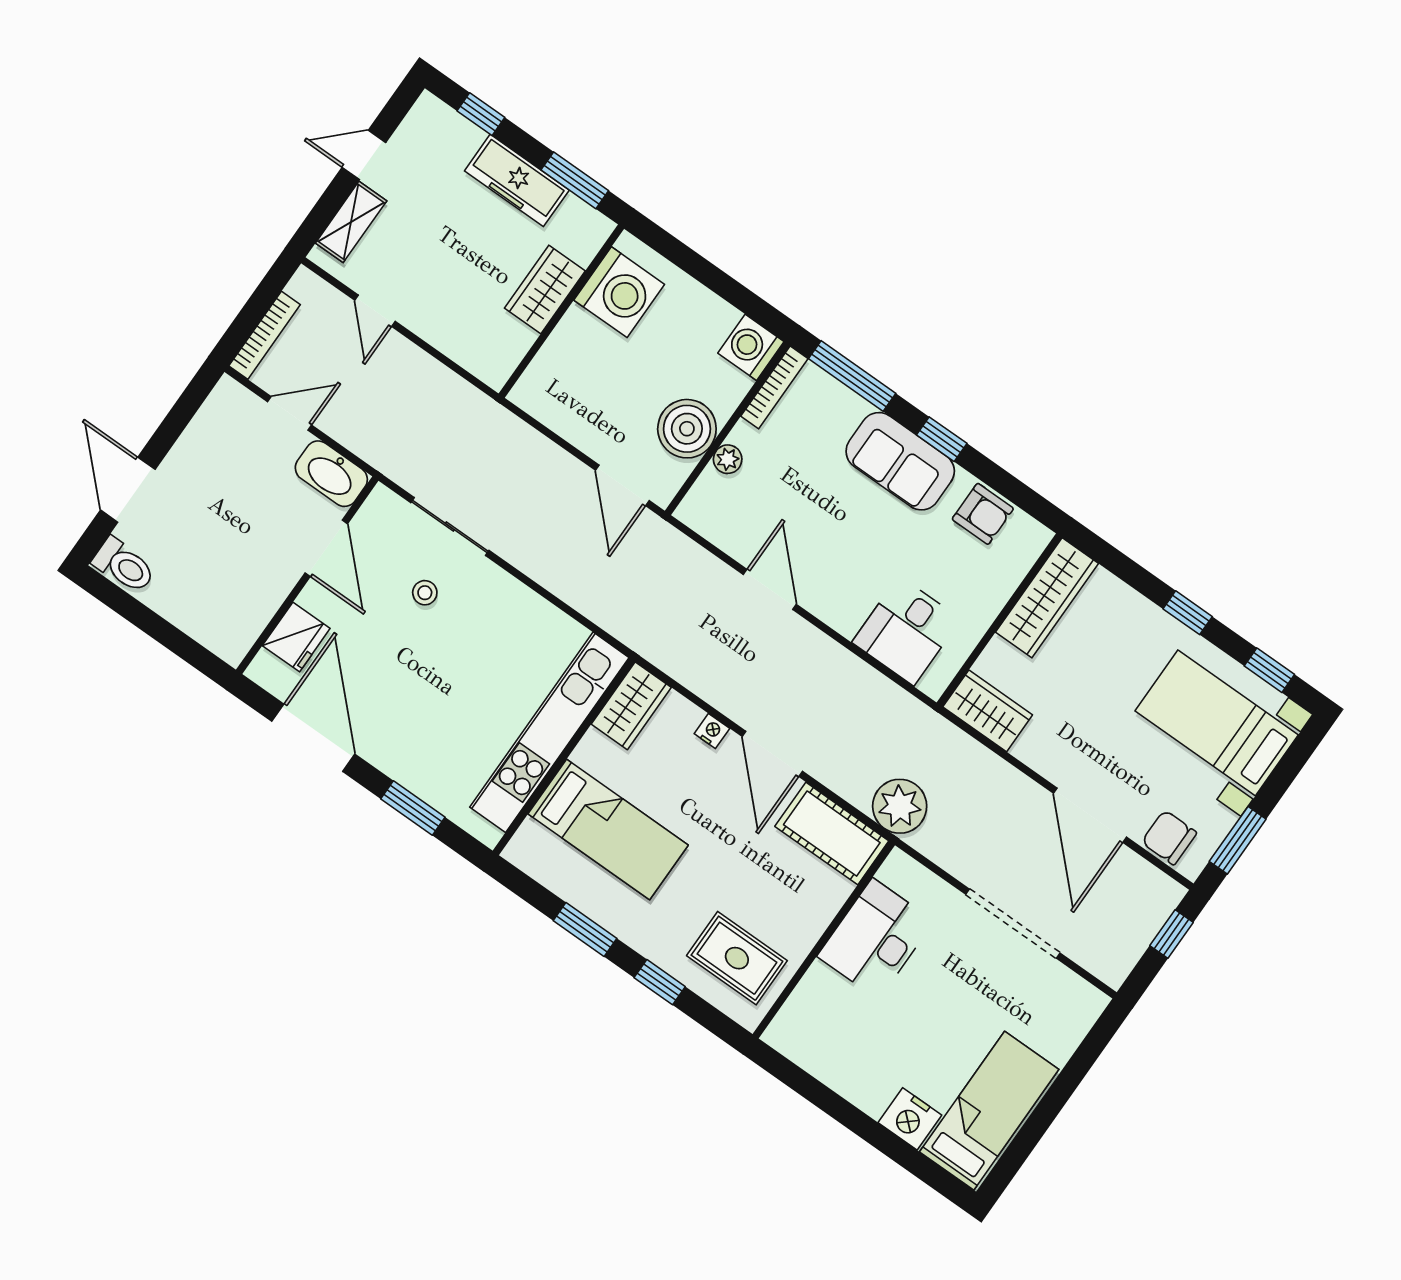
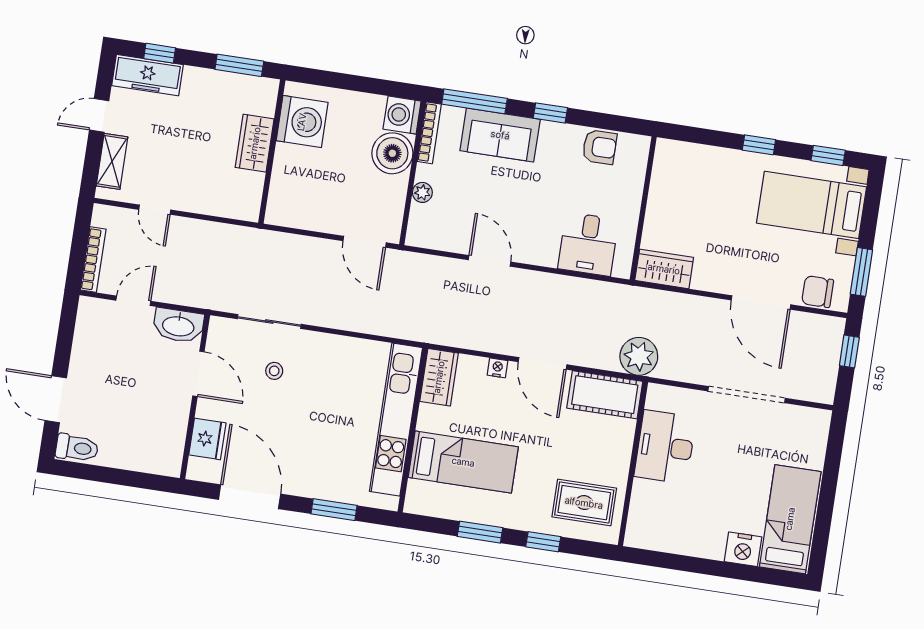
freezer: (517, 180) -> (147, 75), moved
boiler: (687, 429) -> (392, 153), moved
sofa: (900, 461) -> (500, 135), moved
wardrobe: (1047, 598) -> (666, 179), removed

